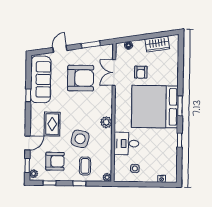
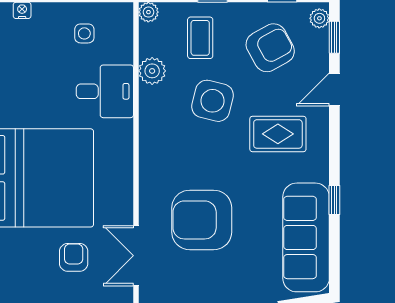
double door: (114, 73) -> (136, 256), swing flipped
armchair: (81, 78) -> (202, 220), moved
plant: (106, 122) -> (152, 71), moved
rug: (52, 124) -> (278, 134), turned 90
armchair: (55, 161) -> (270, 48), turned 151

